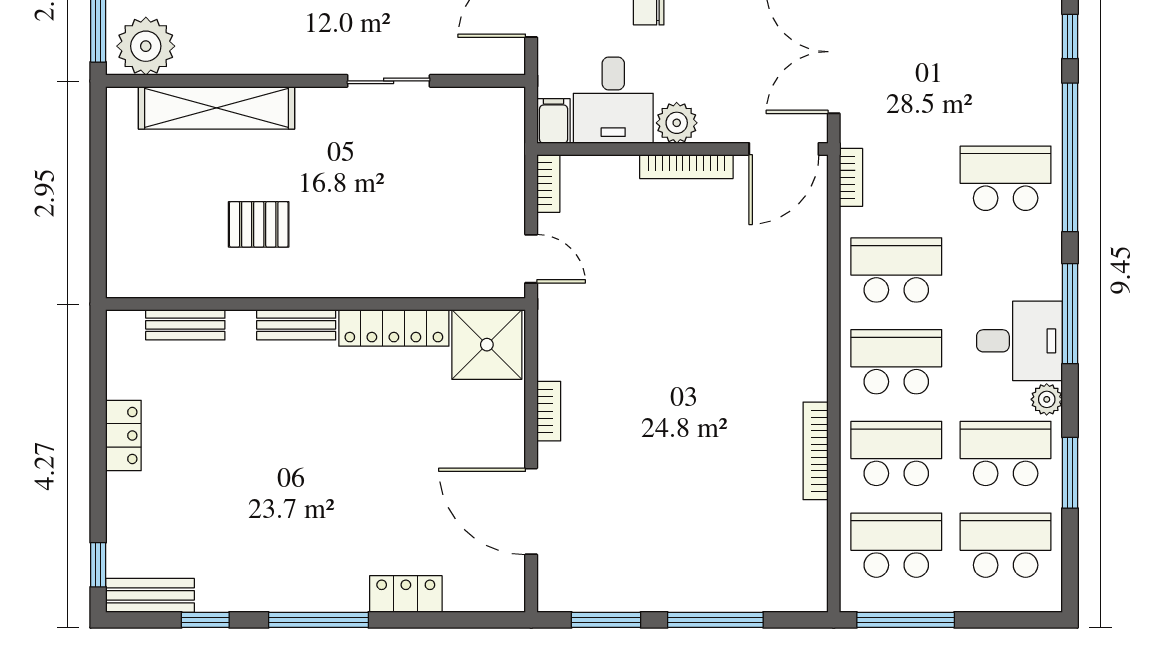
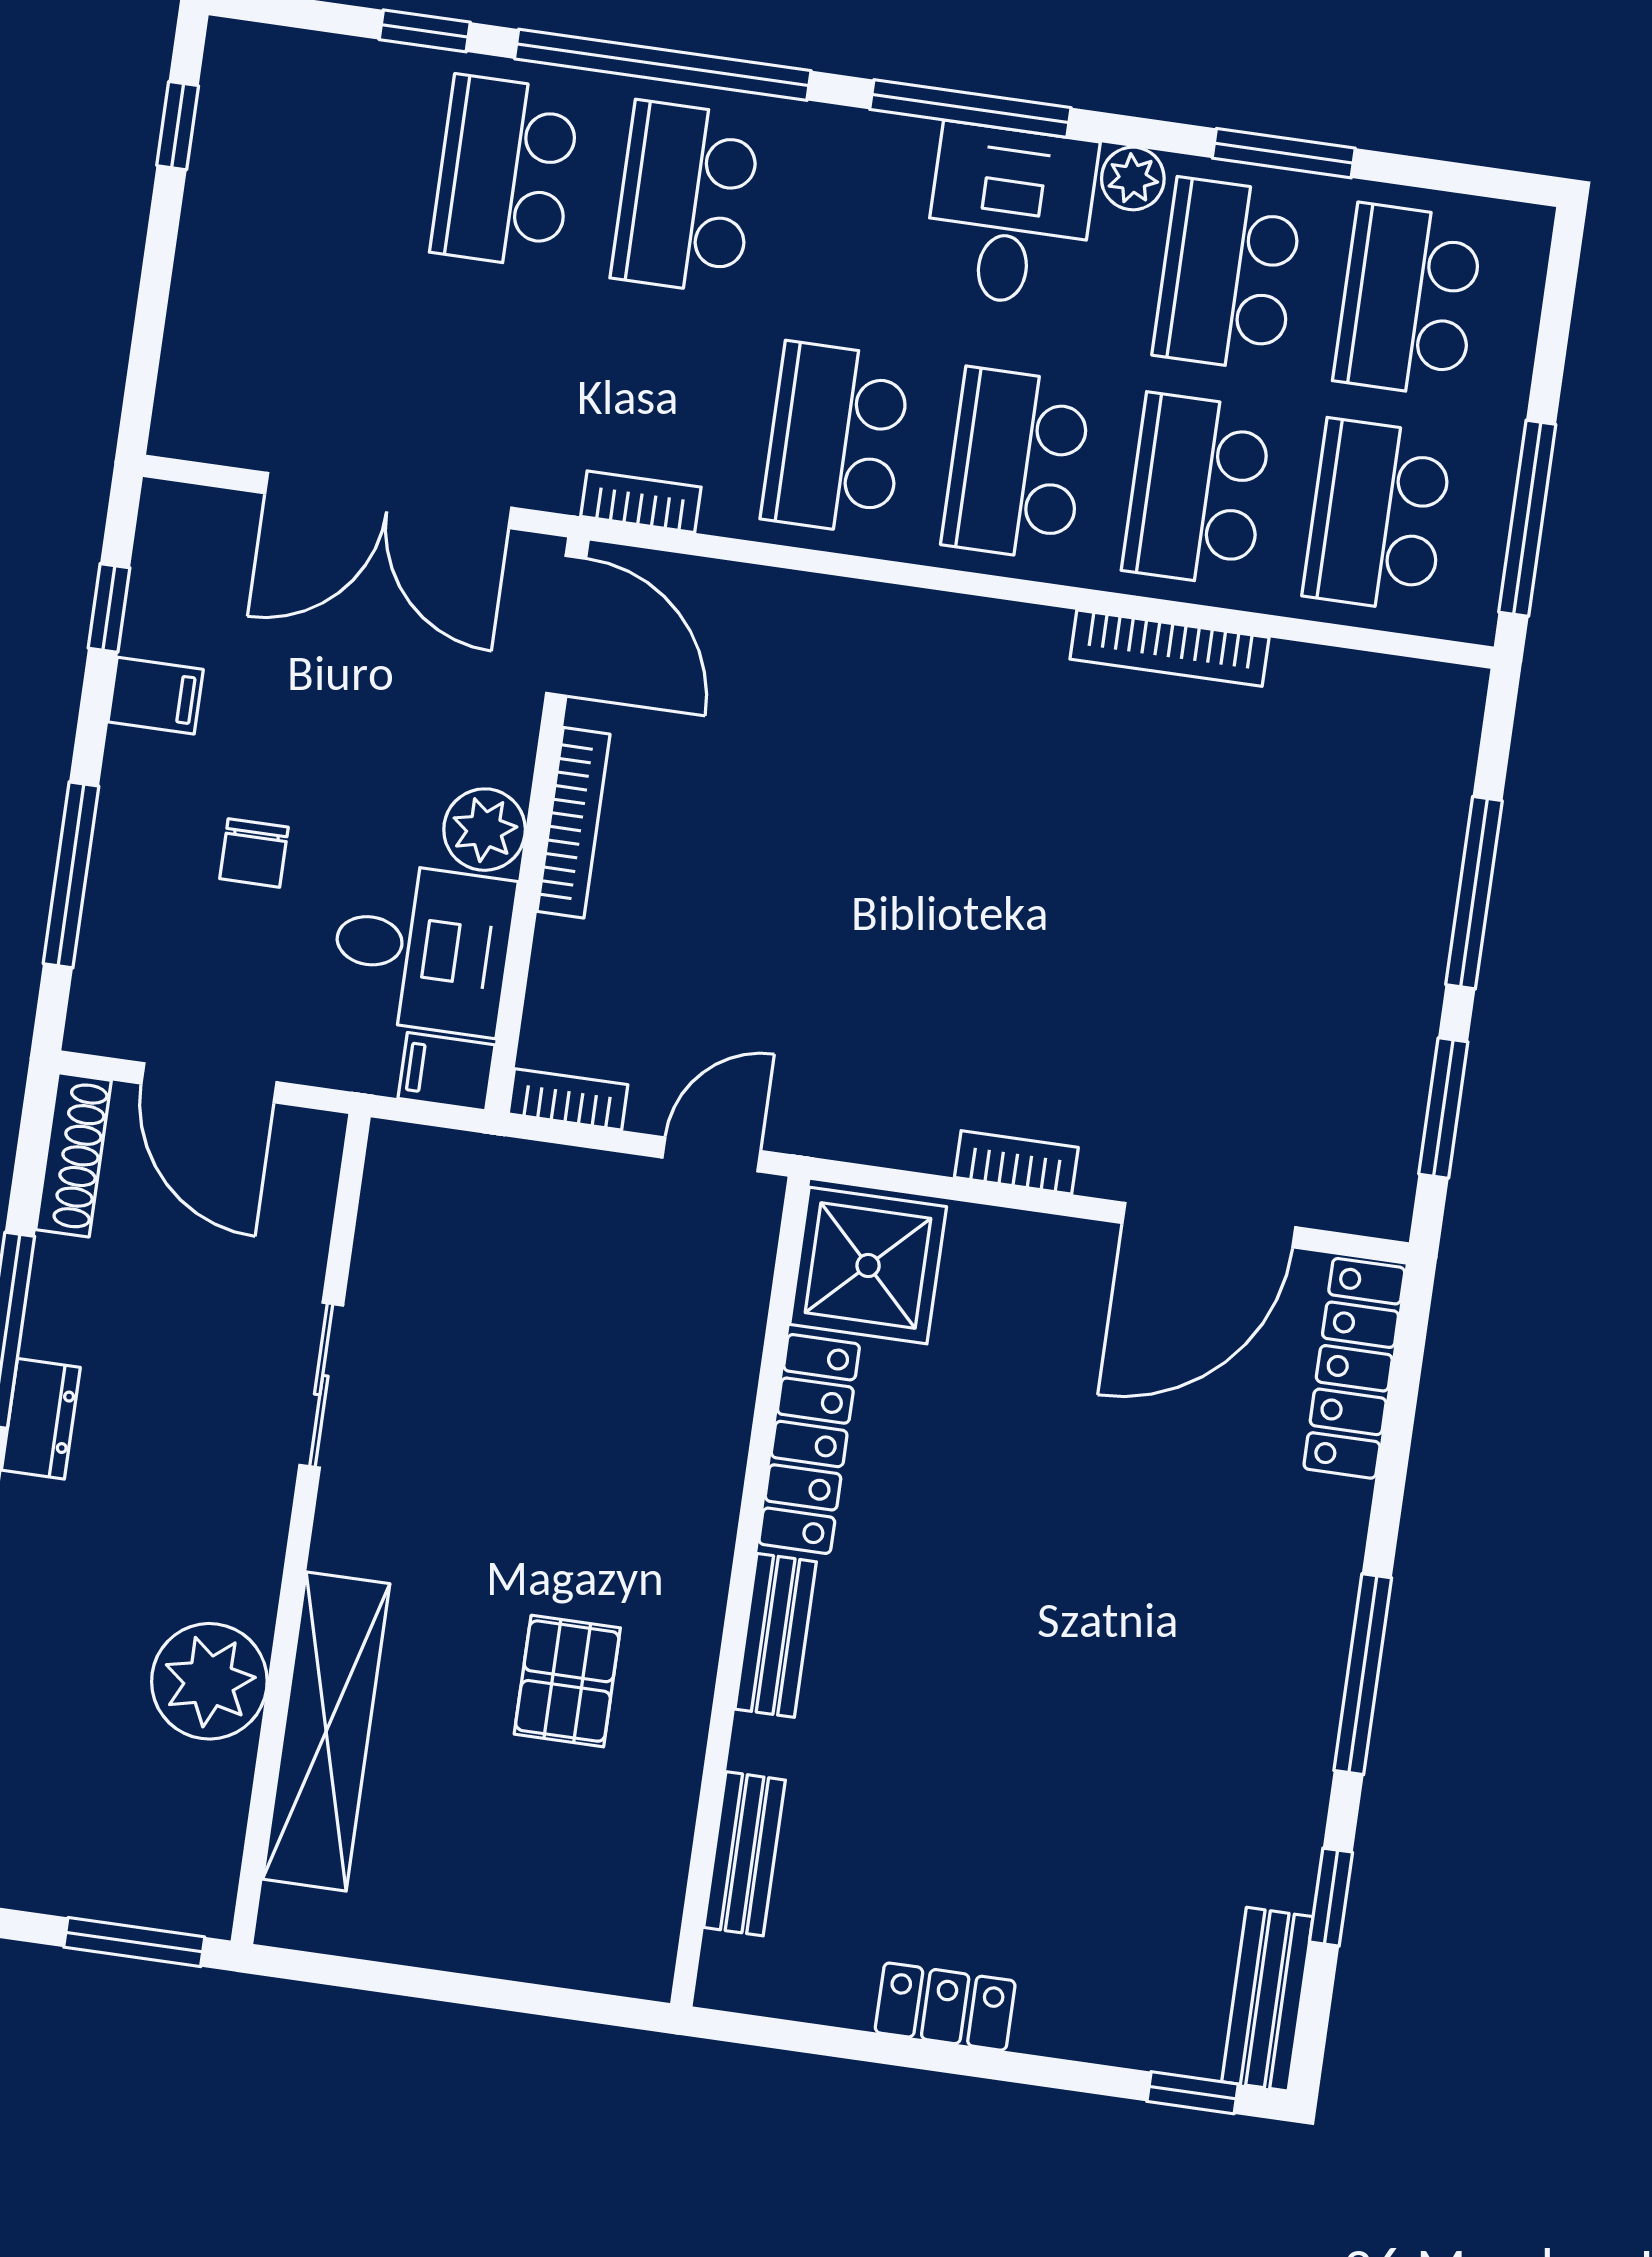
plant: (146, 46) -> (209, 1681), moved
school desk: (1006, 87) -> (505, 172), added
locker: (406, 594) -> (1354, 1368), moved, width x1.53

